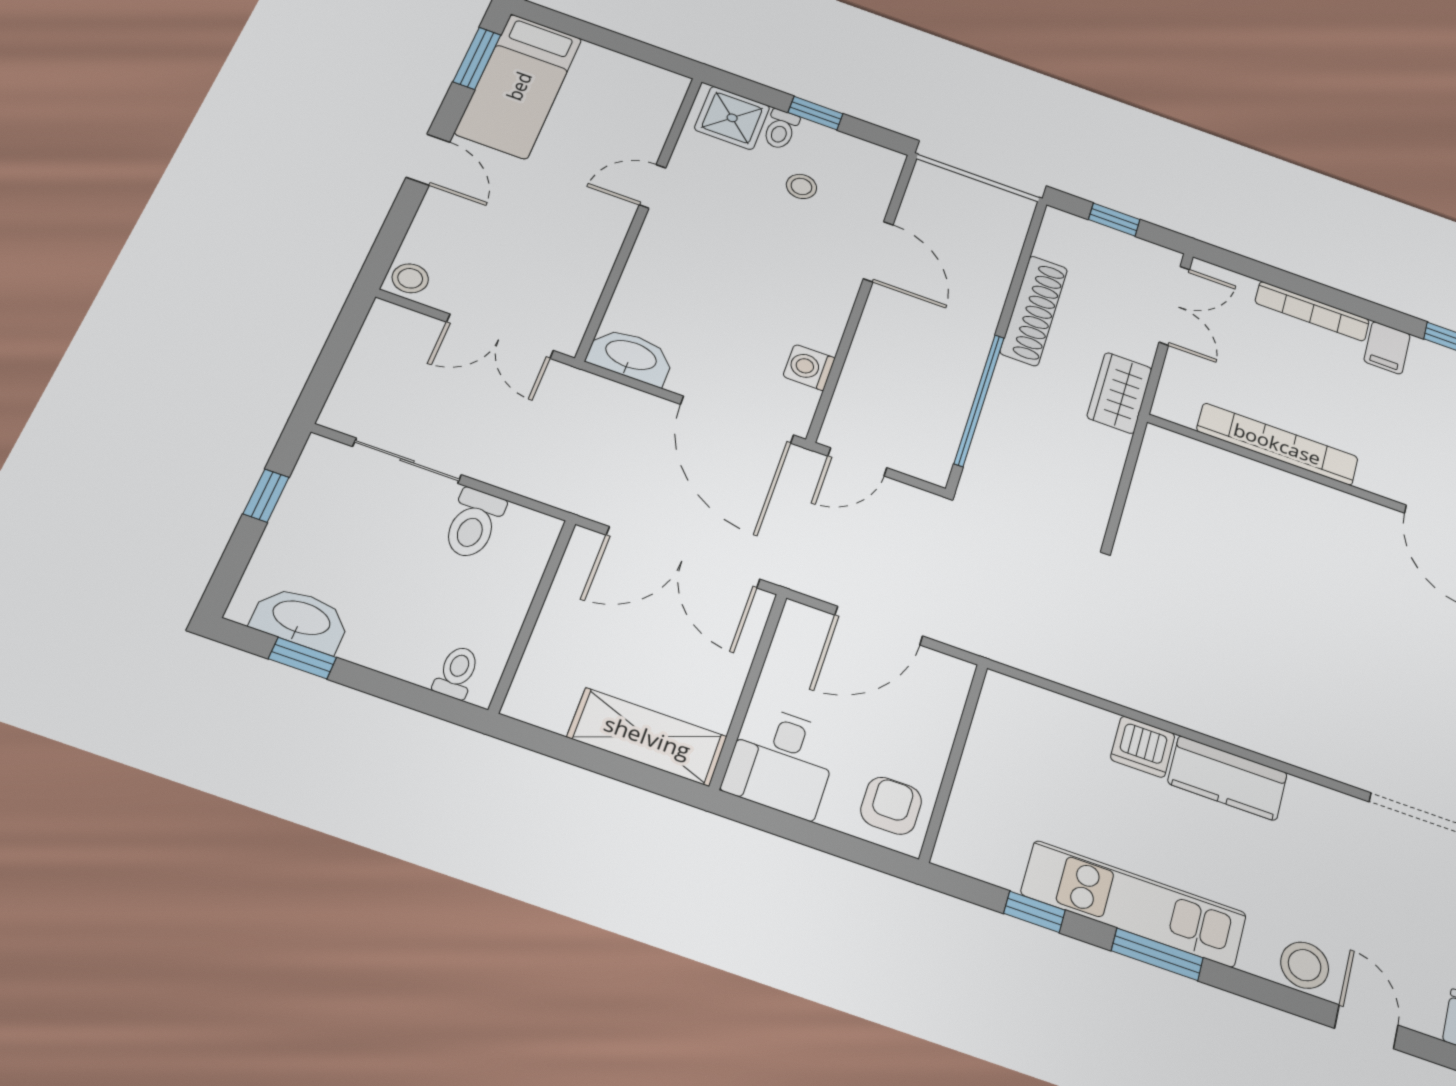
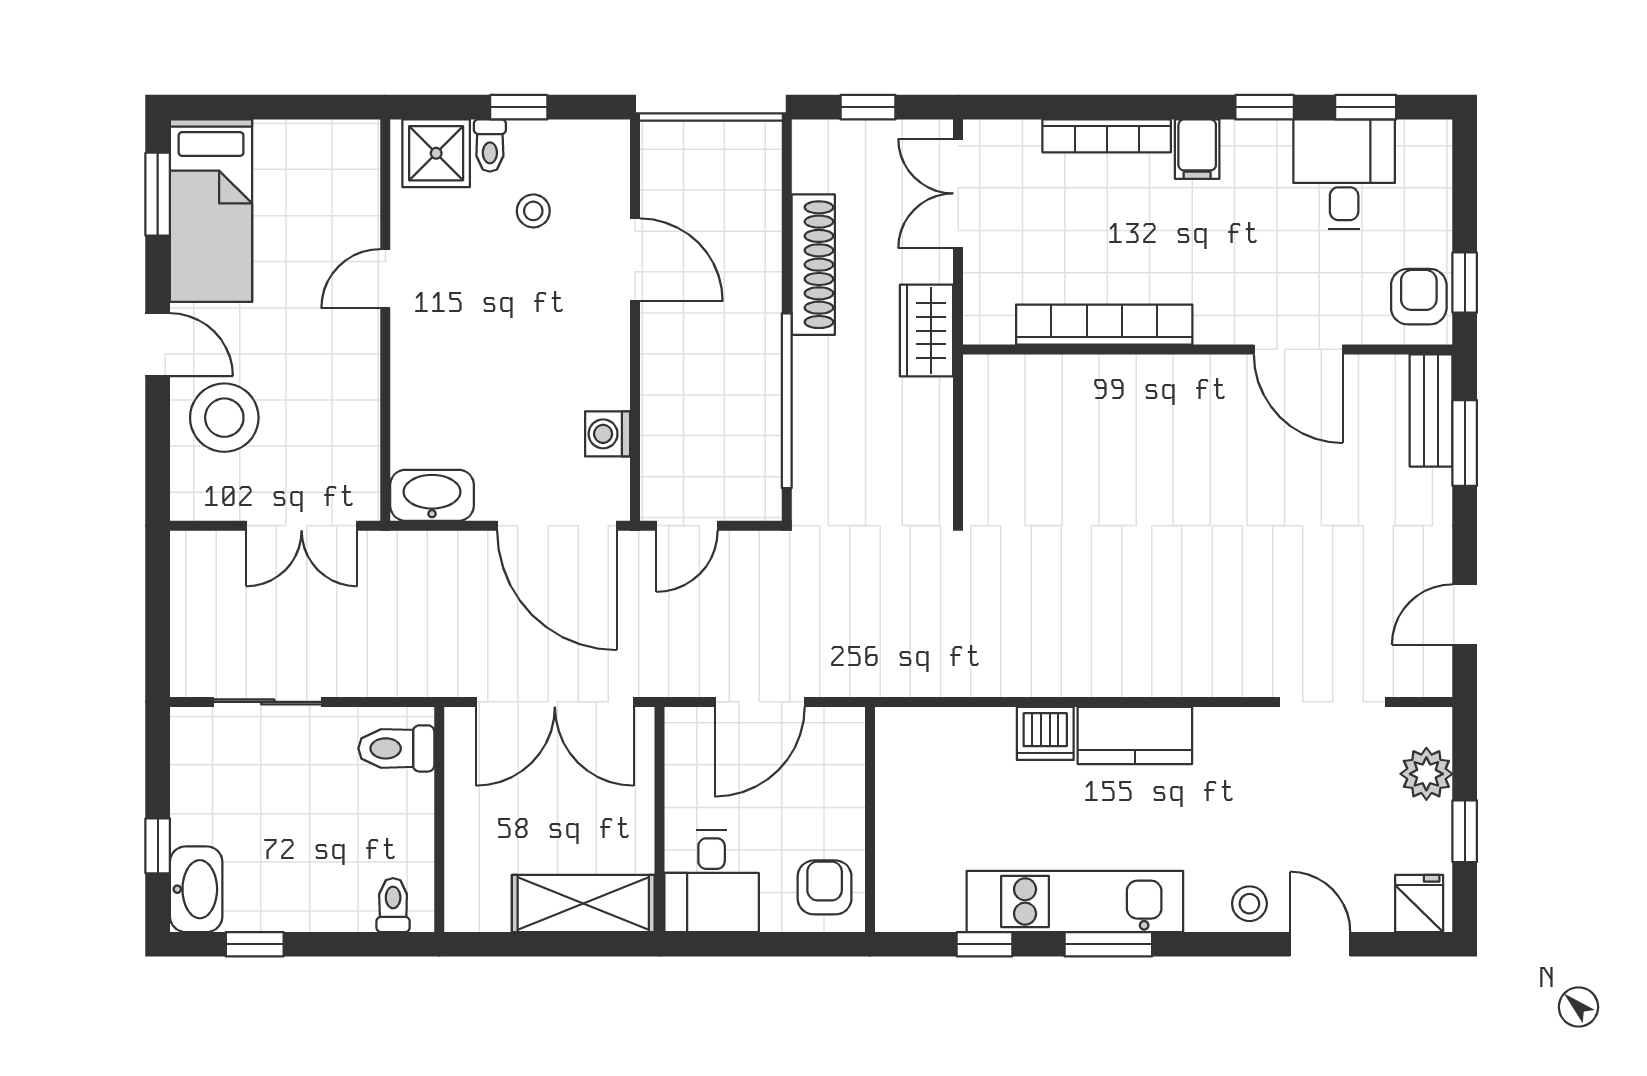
stool: (410, 278) -> (224, 418), moved, width x1.89, depth x1.89
double door: (1174, 306) -> (958, 193), swing flipped
window: (266, 496) -> (158, 846), moved
toilet: (474, 524) -> (396, 748), moved, turned 90
washbasin: (301, 619) -> (196, 889), moved, turned 90
stool: (1305, 965) -> (1249, 904), width x0.73, depth x0.73

